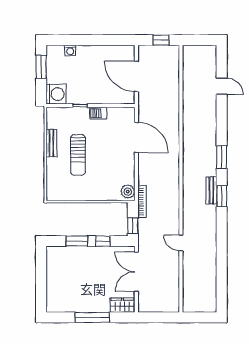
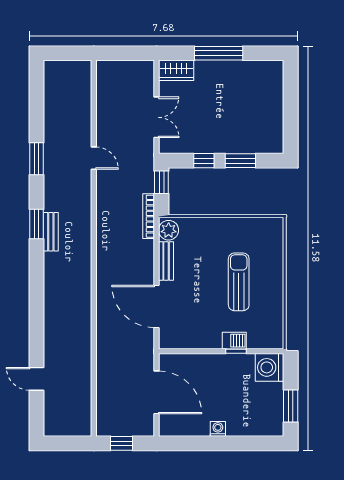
washing machine: (70, 50) -> (218, 429), moved
barbecue: (98, 113) -> (234, 341), moved
bench: (51, 143) -> (166, 261), moved
window: (222, 157) -> (36, 159), moved
double door: (136, 272) -> (157, 117), width x0.73

